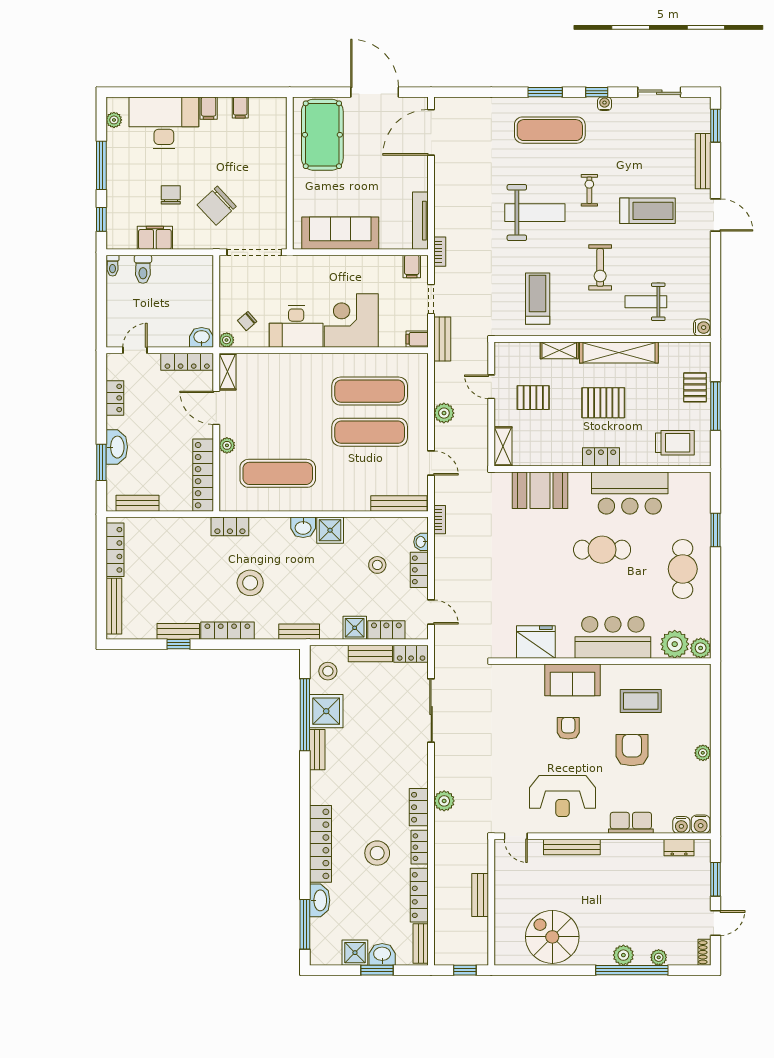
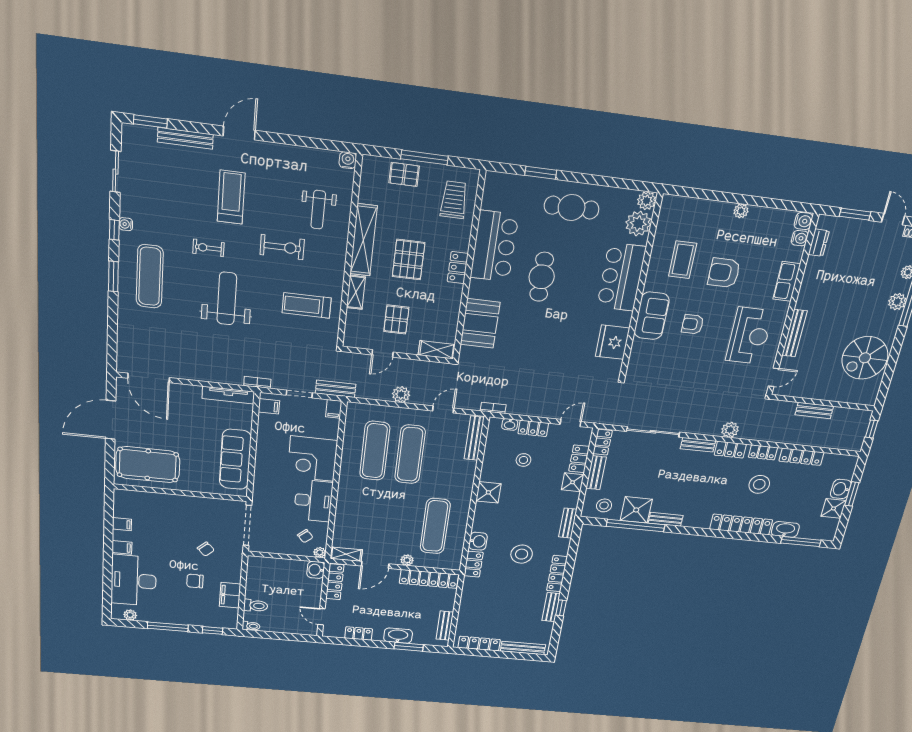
chair: (217, 206) -> (206, 549), width x0.54, depth x0.54
washbasin: (303, 527) -> (478, 541), moved
bench: (421, 944) -> (698, 445), moved

